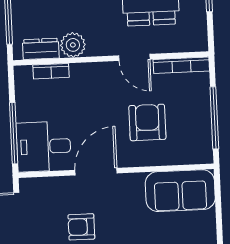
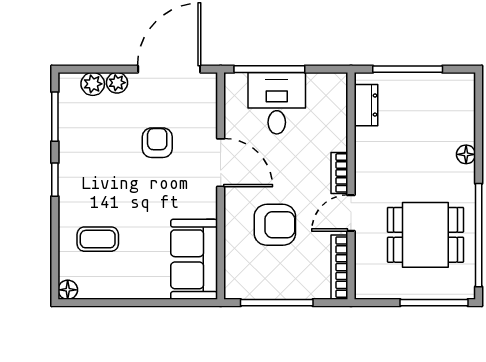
plant: (73, 45) -> (369, 142), removed
bookcase: (51, 71) -> (339, 173), moved
desk: (44, 146) -> (277, 103), moved

